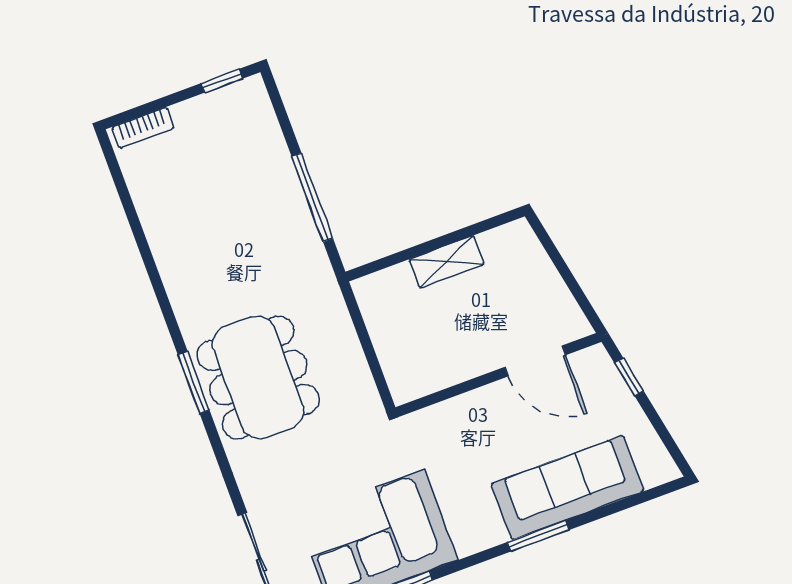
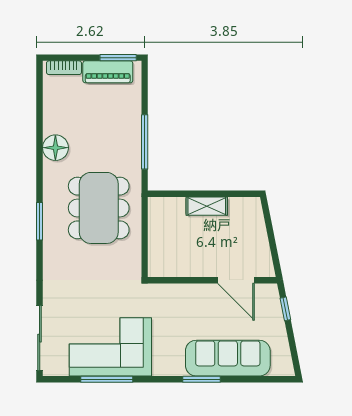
window: (222, 81) -> (118, 58), width x1.50
piano: (214, 109) -> (108, 72), added
floor lamp: (176, 258) -> (55, 148), added
dining table: (258, 377) -> (99, 208), moved

